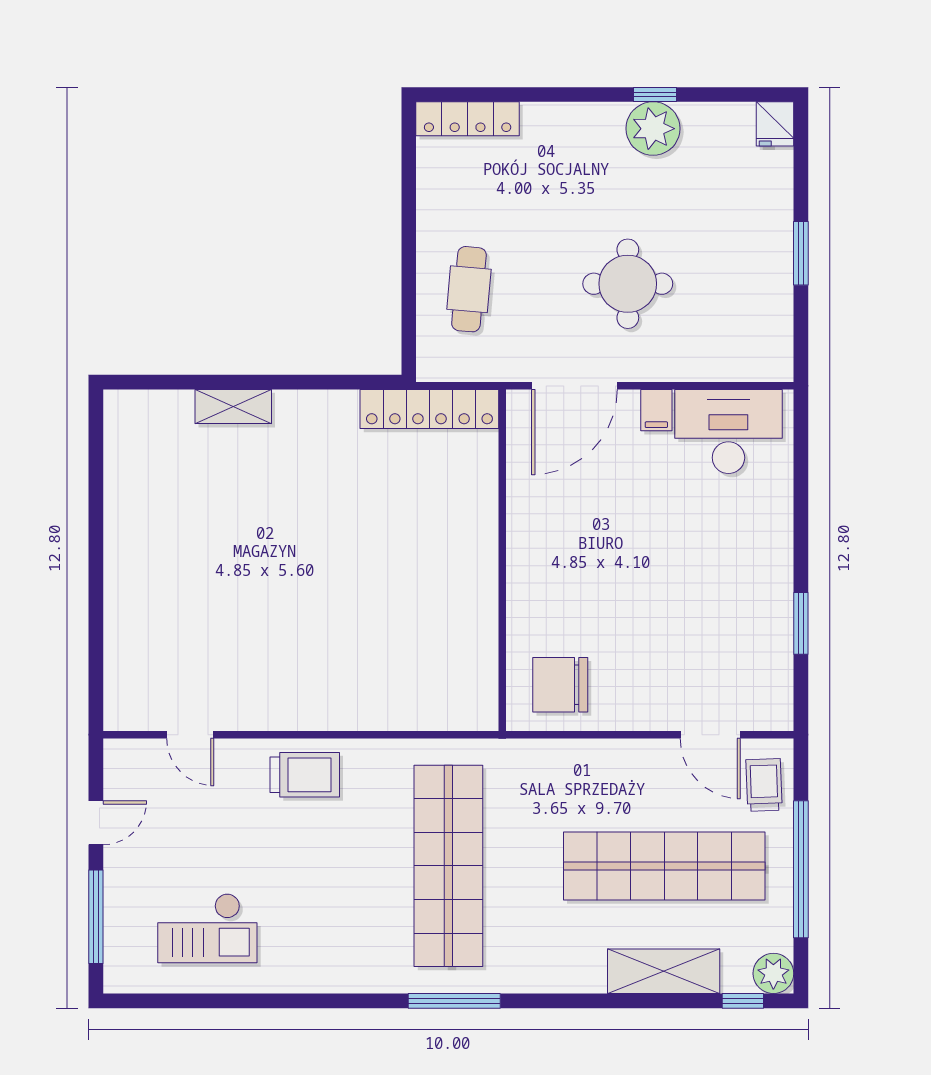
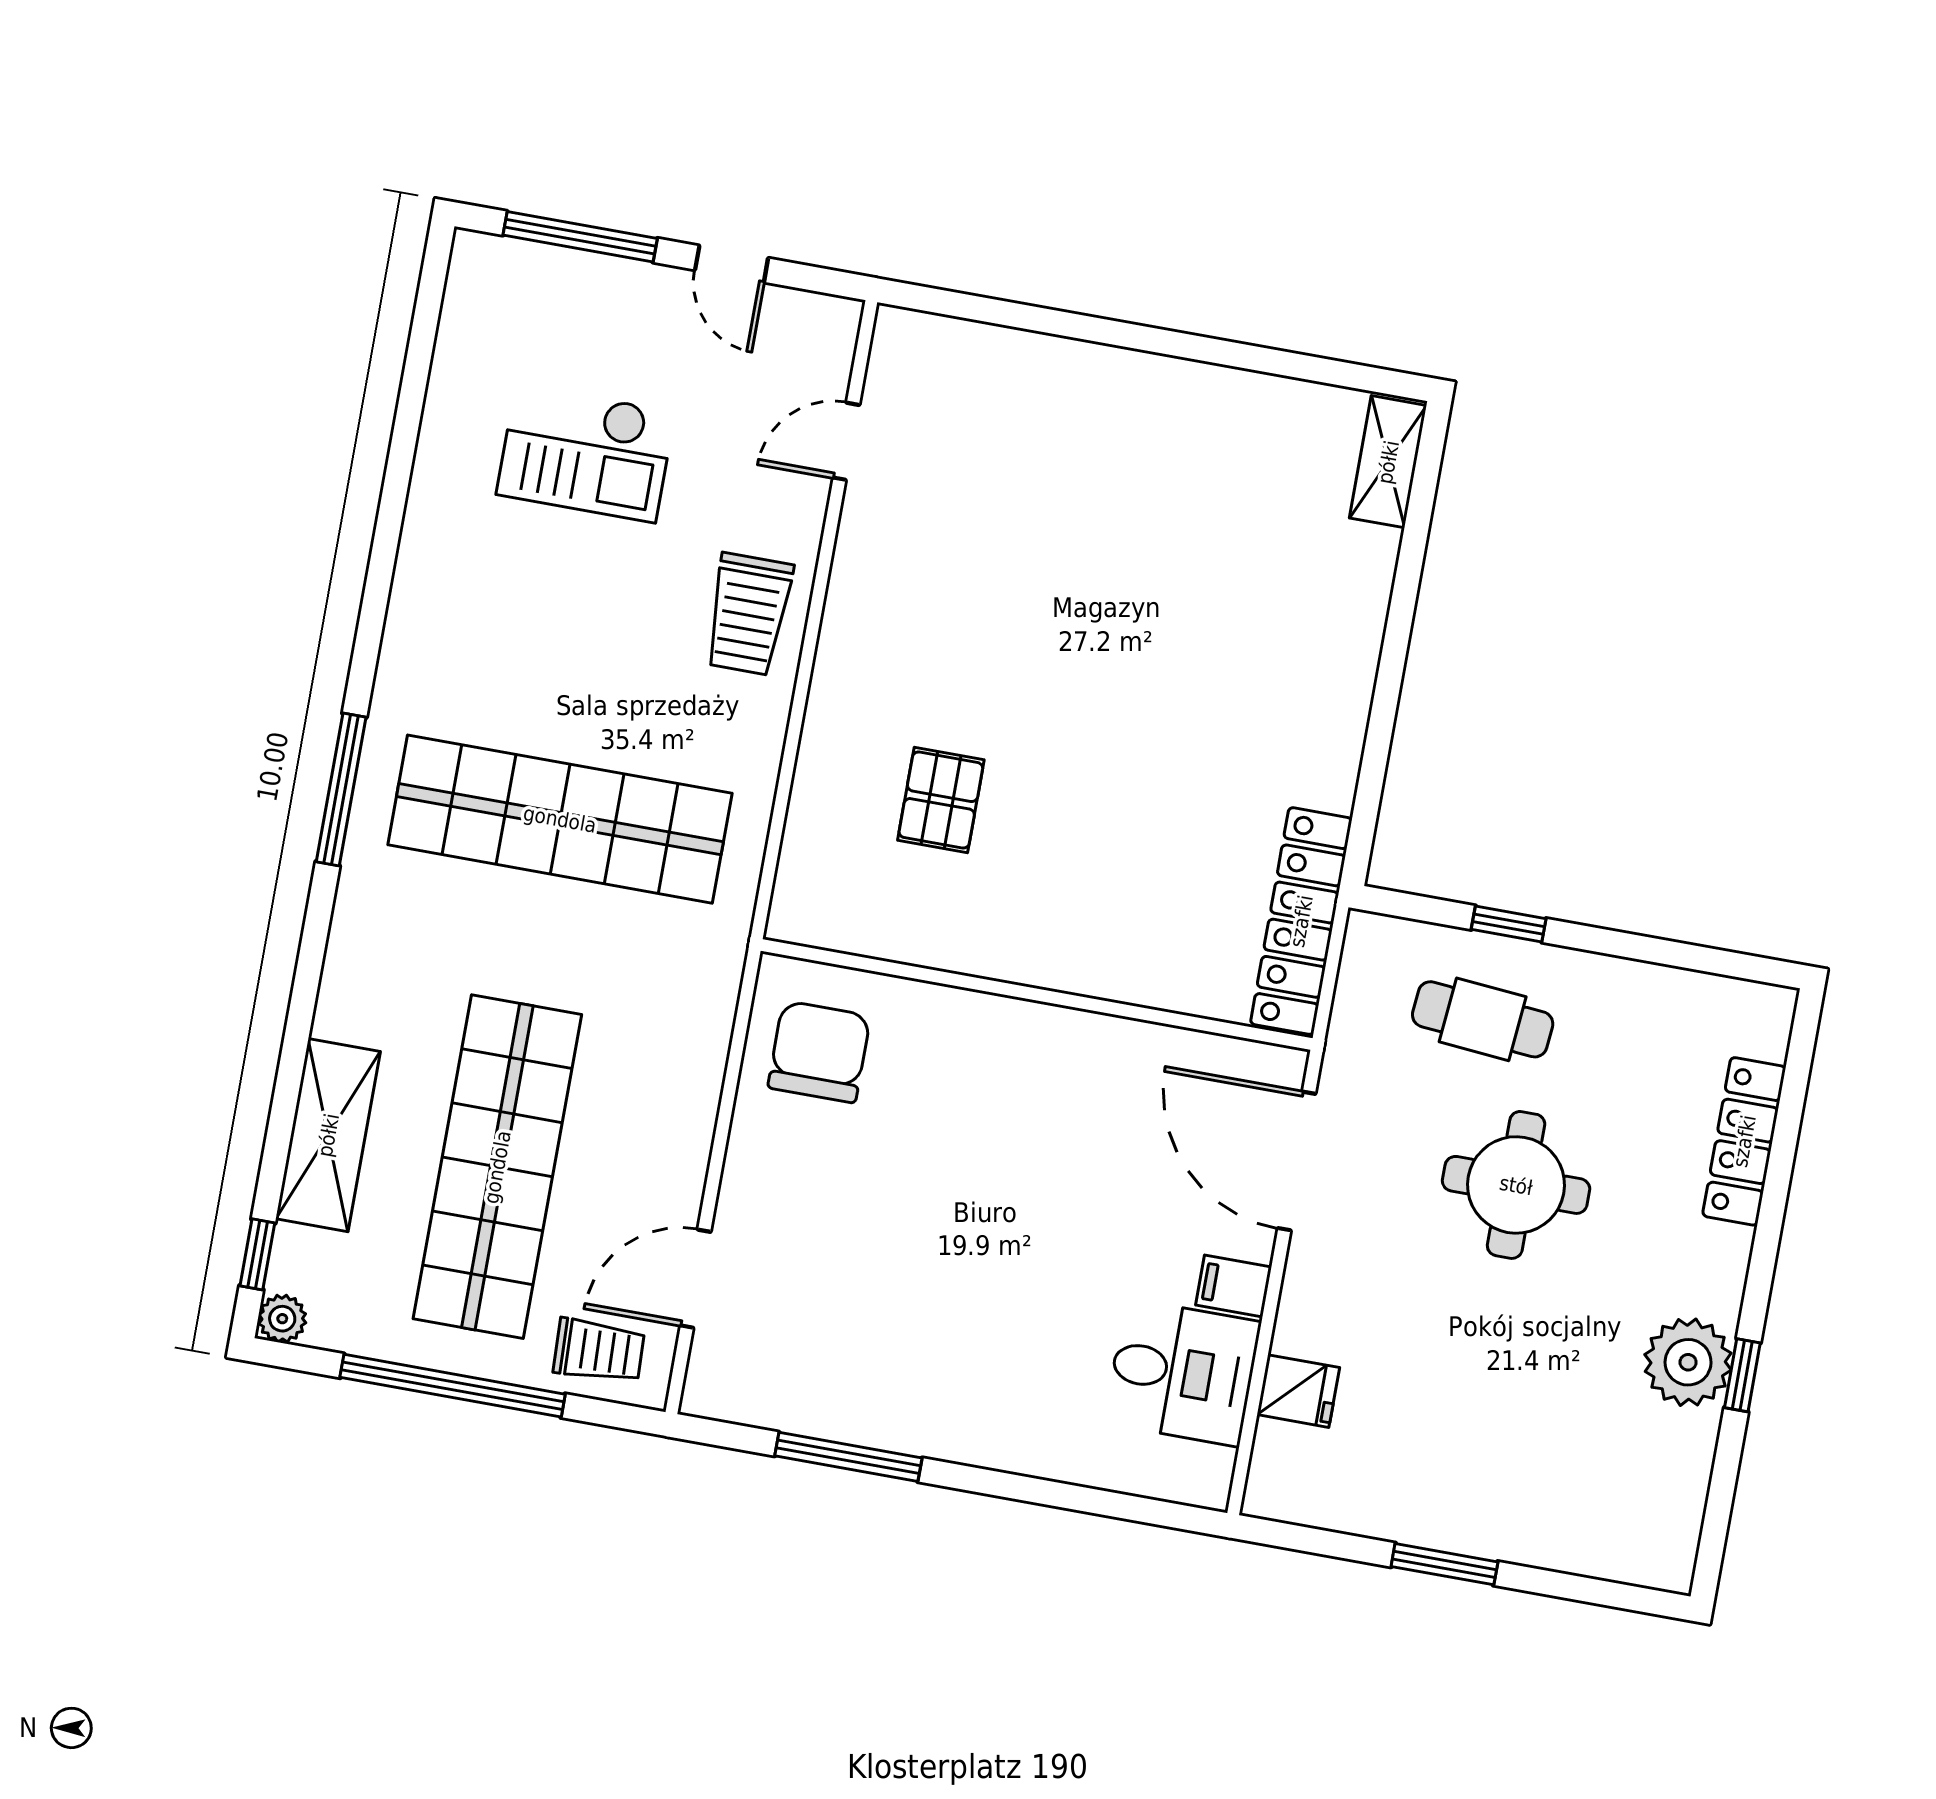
locker: (468, 119) -> (1744, 1141), moved
fridge: (775, 124) -> (1298, 1391), moved, turned 180
window: (409, 284) -> (1509, 924), added
round table: (628, 284) -> (1516, 1185), moved
shelving: (233, 407) -> (1388, 462), moved
desk: (728, 432) -> (1183, 1372), width x0.73
window: (801, 623) -> (848, 1457), width x1.44
pallet: (396, 639) -> (941, 800), added
checkout: (207, 928) -> (586, 453), moved, turned -90
plant: (773, 973) -> (282, 1319), width x0.73, depth x0.73

